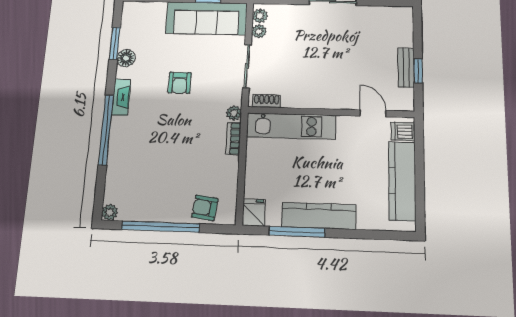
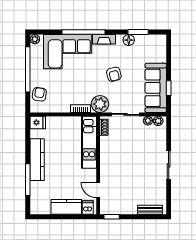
bench: (406, 68) -> (150, 210), moved
window: (418, 71) -> (112, 217), moved
armchair: (180, 83) -> (114, 74), turned -104
plant: (234, 113) -> (100, 104), width x1.88, depth x1.88
door: (373, 113) -> (98, 190), swing flipped
corner sofa: (136, 157) -> (68, 52), added
kitchen counter: (402, 181) -> (66, 207), width x0.67
window: (297, 232) -> (28, 180), moved

